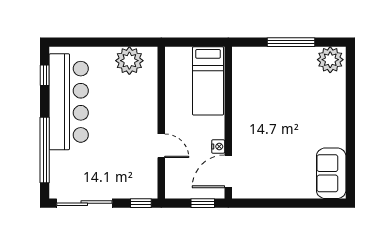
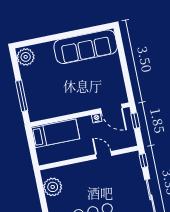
window: (291, 42) -> (22, 96), moved
door: (161, 146) -> (104, 155), hinge flipped
sofa: (331, 173) -> (86, 47), width x1.85, depth x1.27

